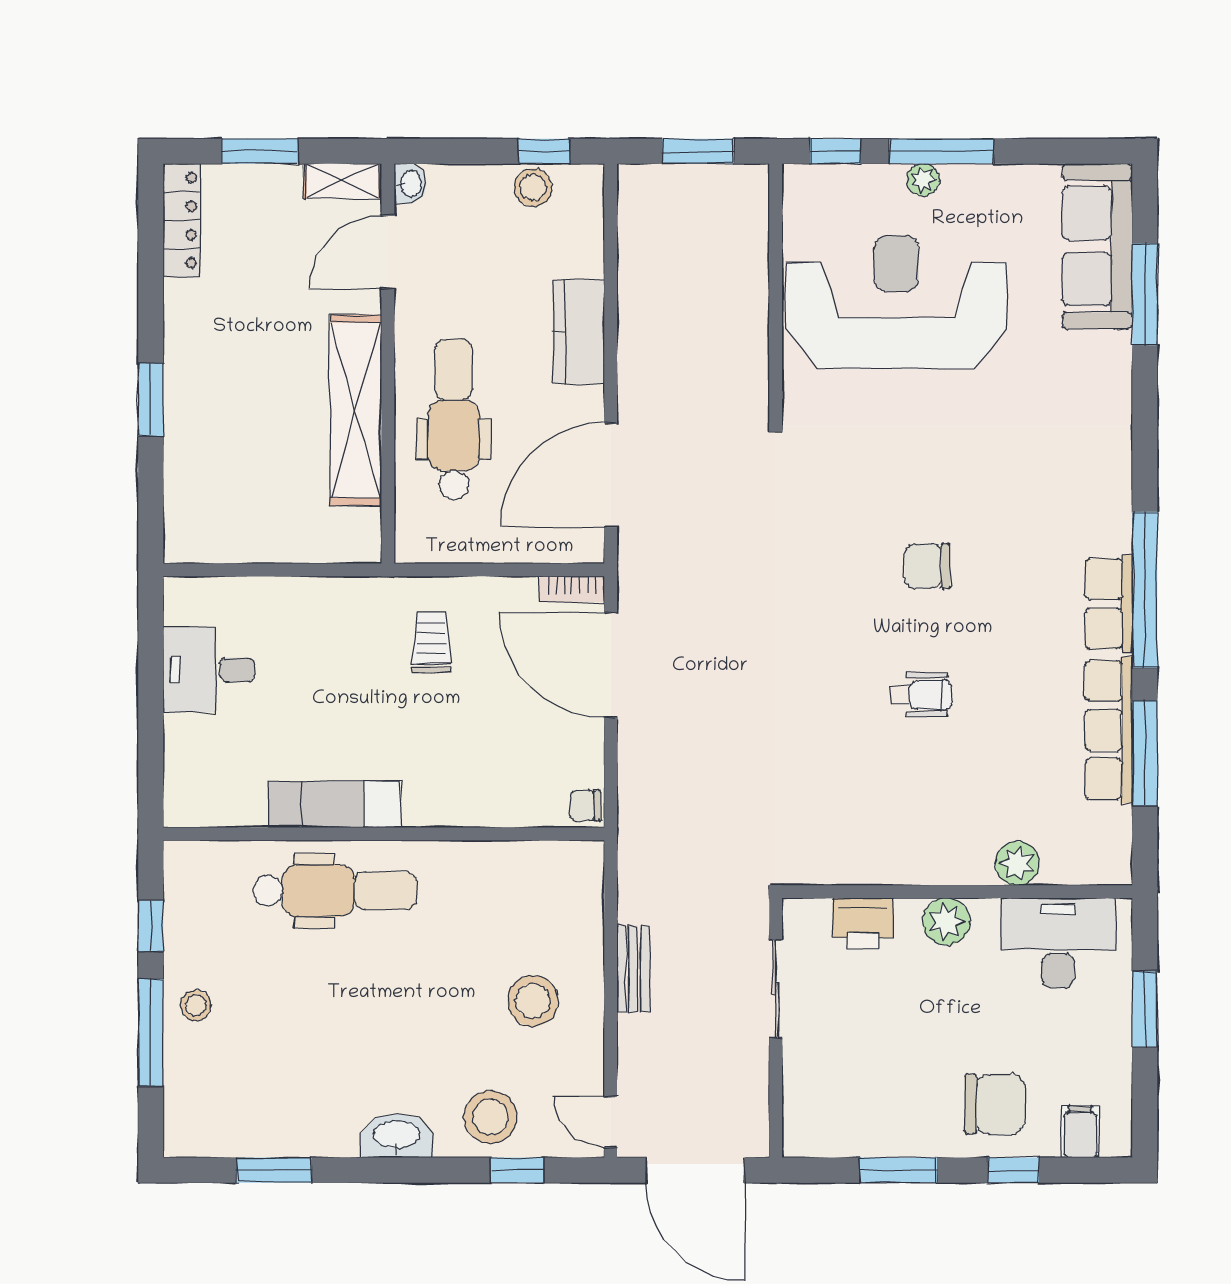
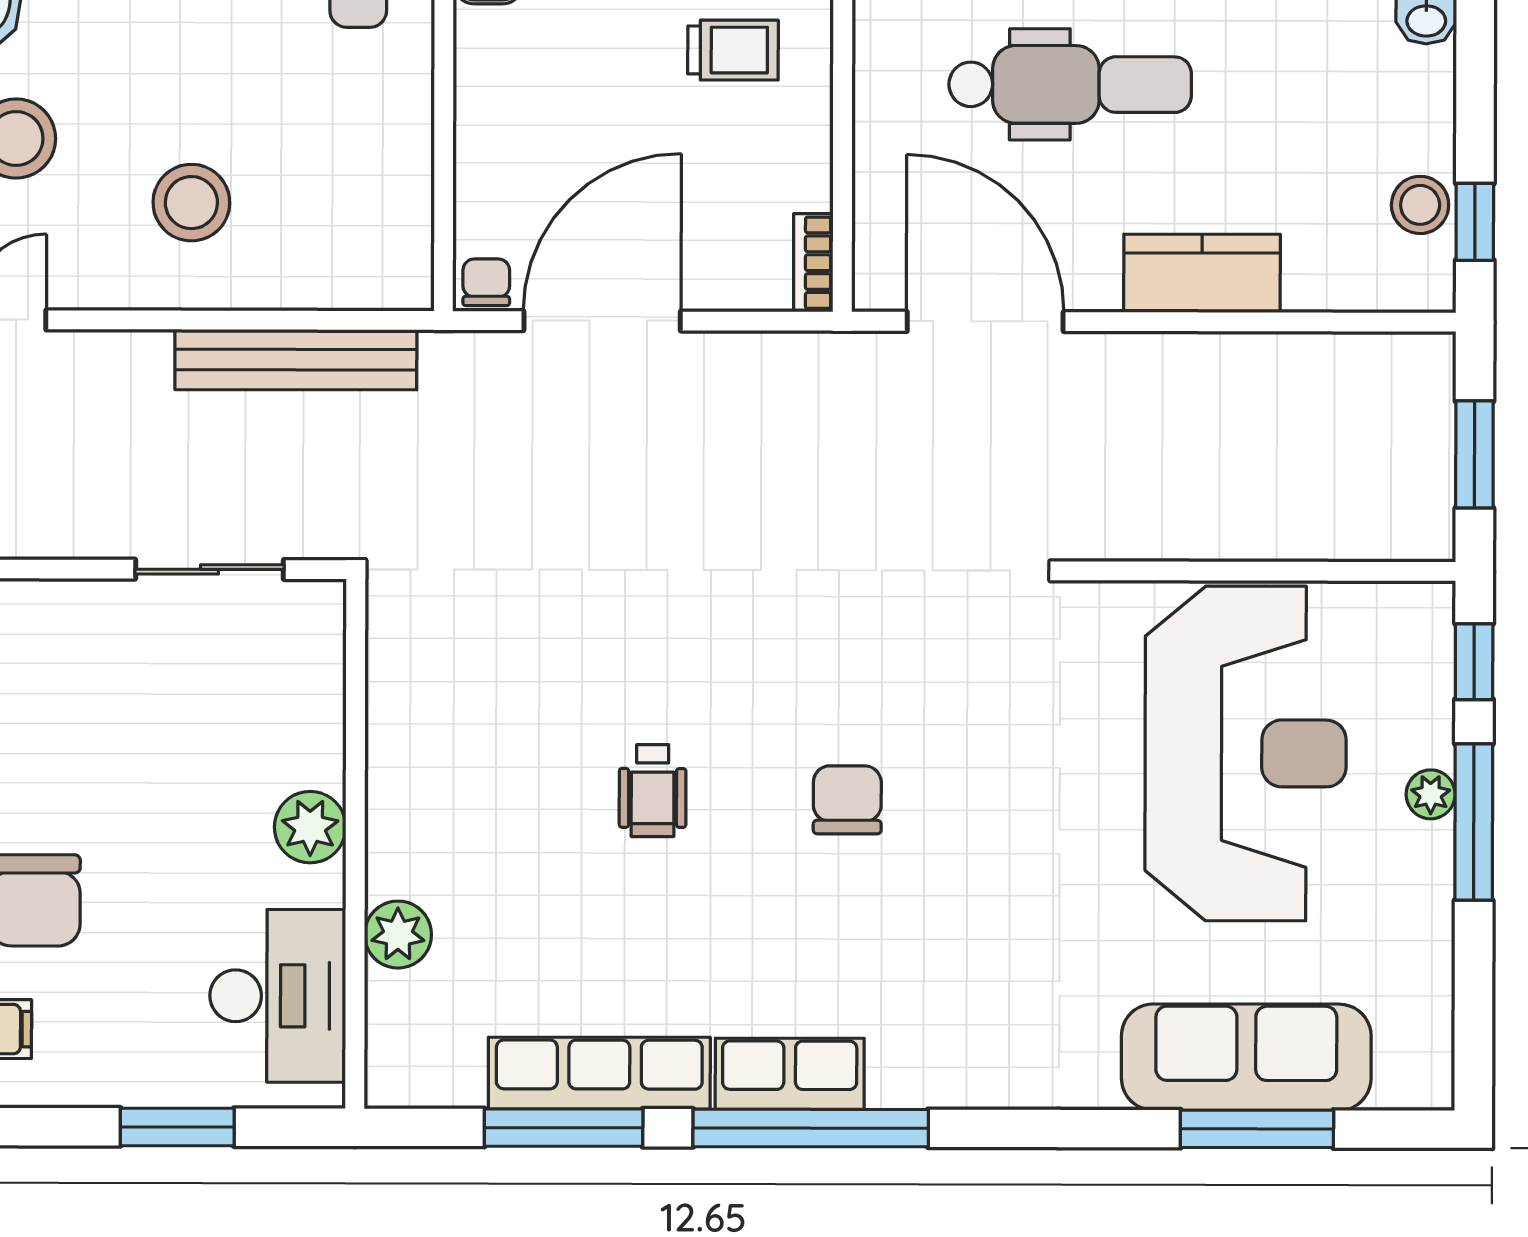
sofa: (1097, 246) -> (1246, 1057), moved
door: (611, 665) -> (602, 321), moved
printer: (863, 923) -> (309, 702), removed
bench: (633, 969) -> (296, 360), width x1.86, depth x1.21

